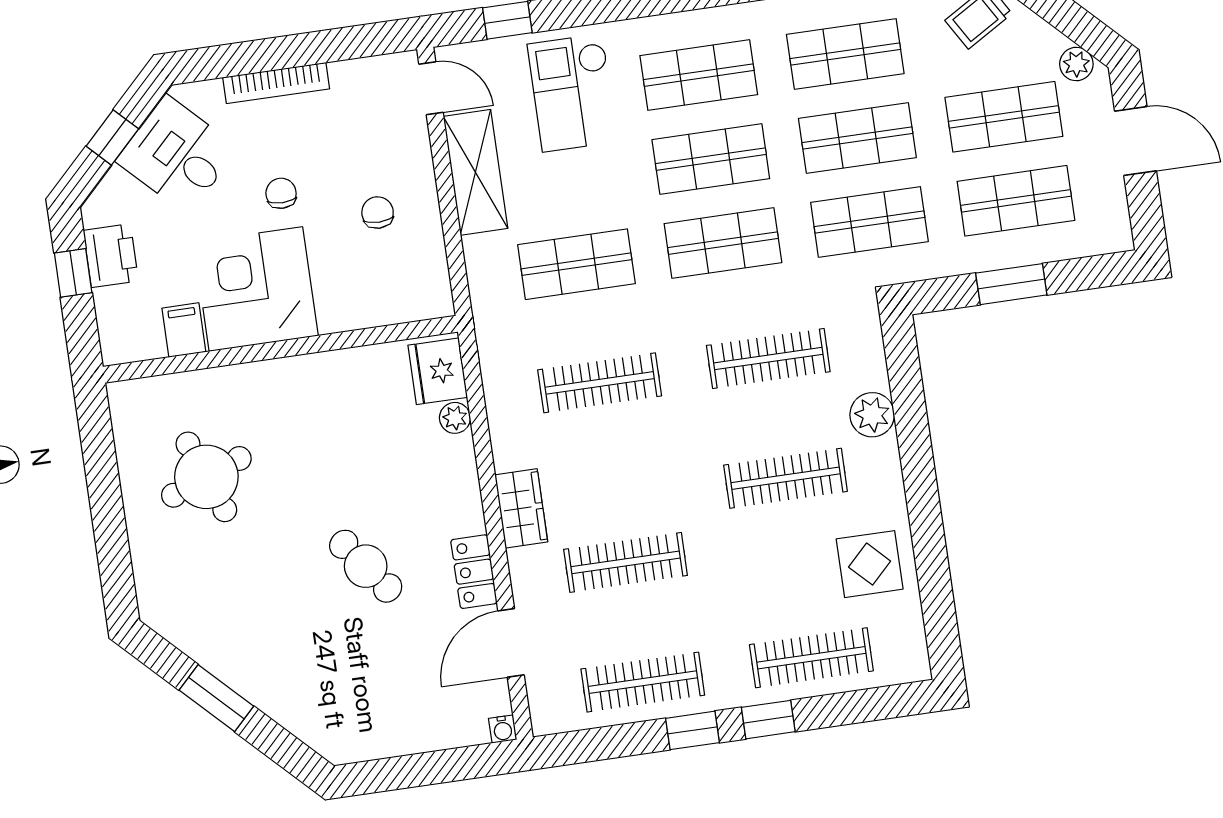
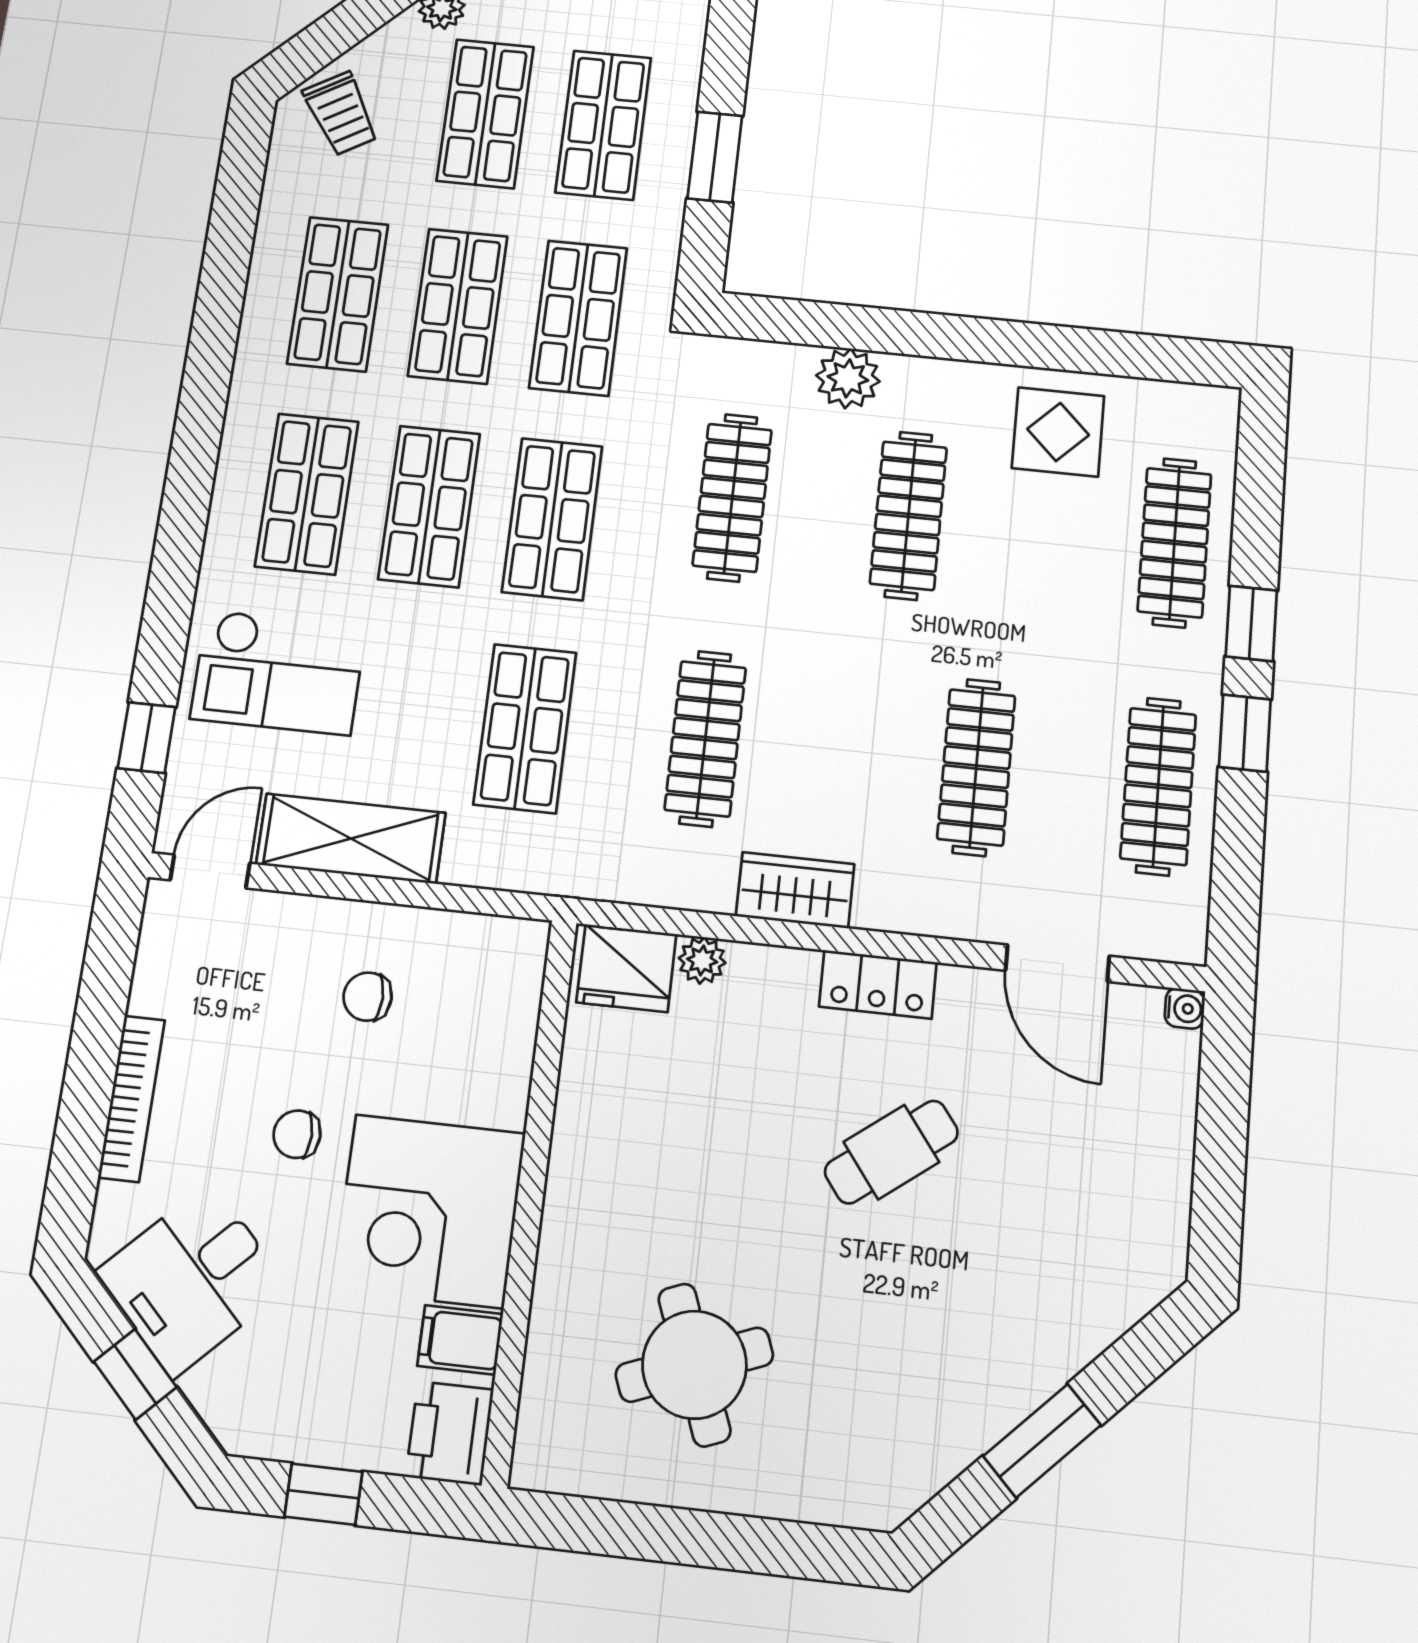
printer: (111, 256) -> (450, 1433), moved, turned -90
wardrobe: (521, 508) -> (795, 890), moved
locker: (474, 572) -> (878, 984), moved

